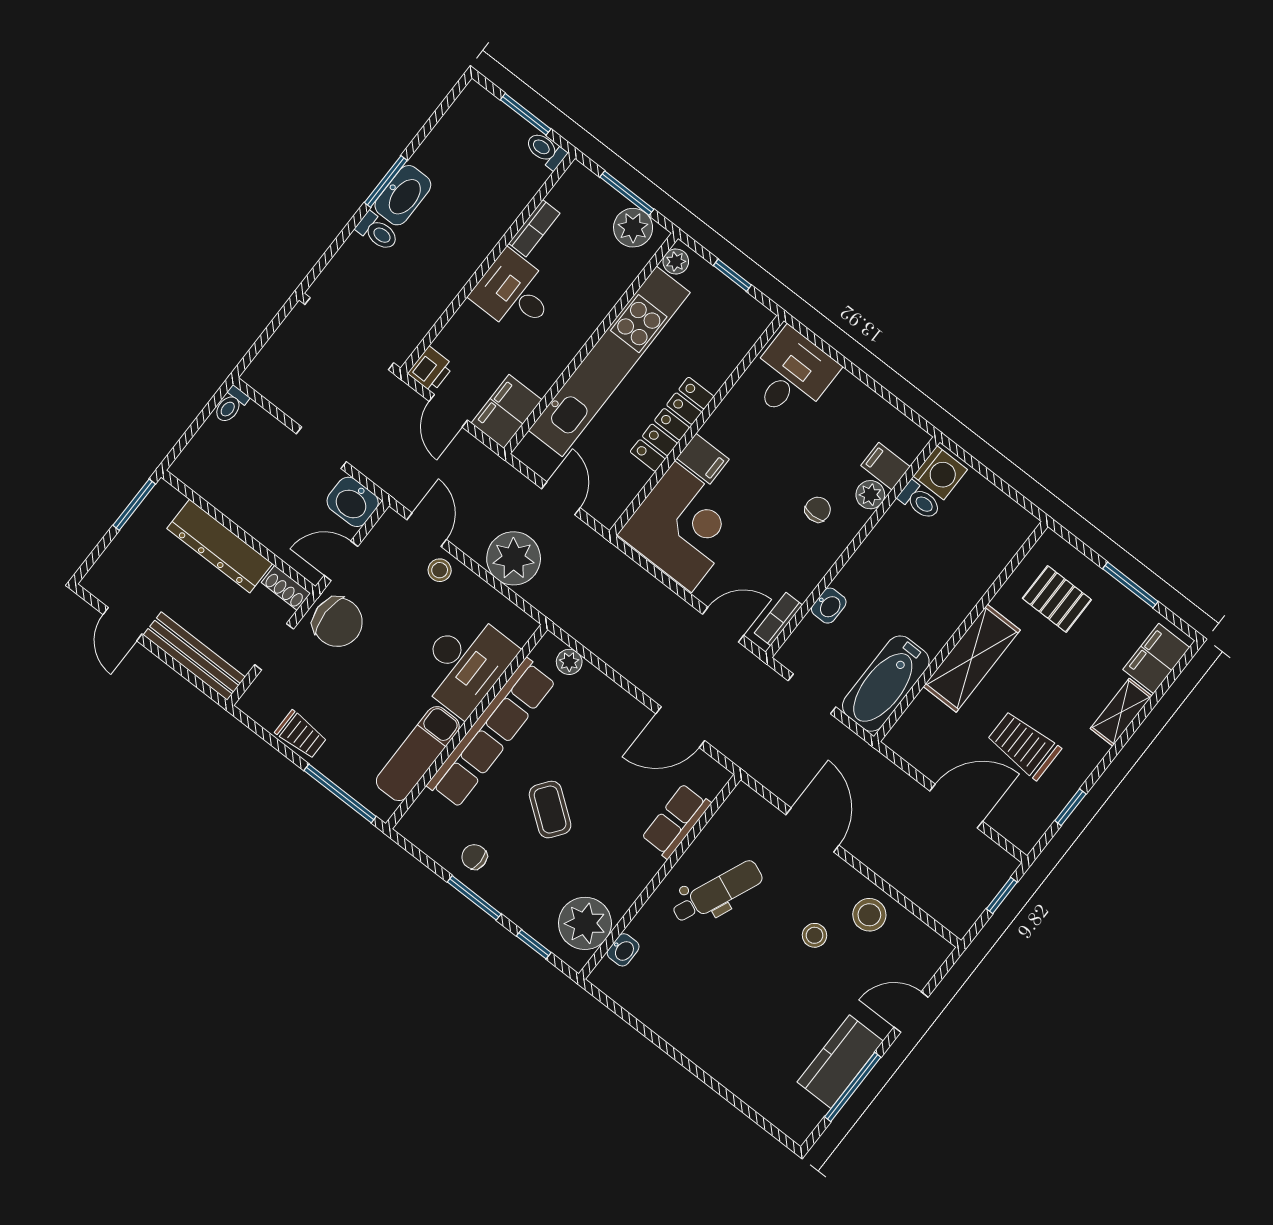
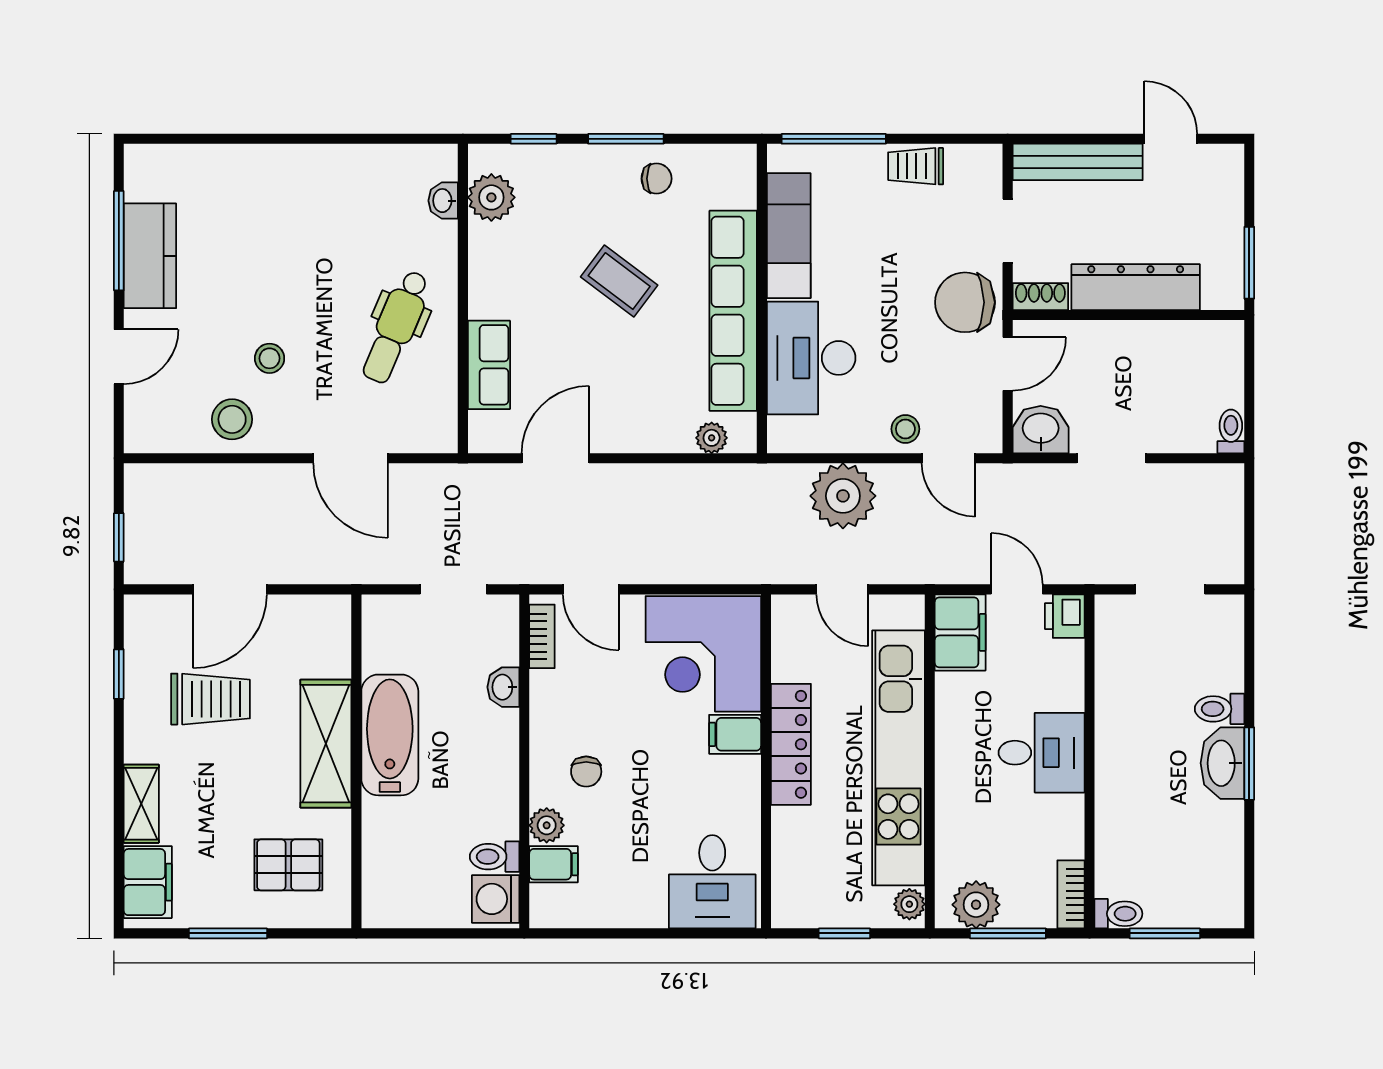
bookcase: (534, 228) -> (1071, 894), moved
doorway: (349, 334) -> (1170, 589), width x0.53
door: (723, 625) -> (591, 589), hinge flipped
bathtub: (886, 684) -> (390, 735), moved
plant: (585, 923) -> (491, 197), width x0.73, depth x0.73

